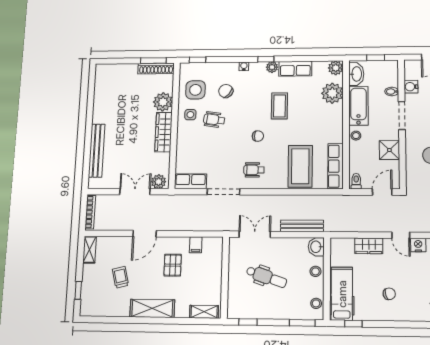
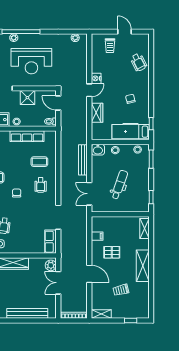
coffee table: (300, 166) -> (39, 162), width x0.54, depth x0.58
row of seats: (336, 166) -> (27, 136), moved
wheelchair: (254, 170) -> (41, 185), moved

